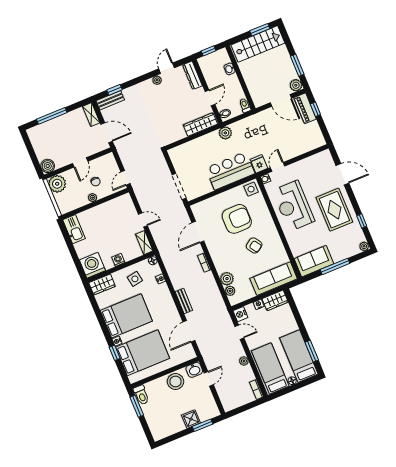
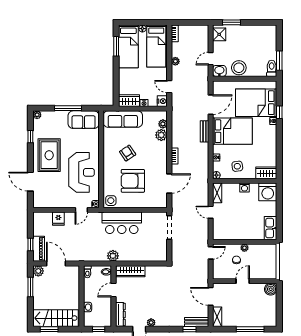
fridge: (259, 164) -> (58, 219), moved
plant: (57, 184) -> (269, 271), removed
bed: (126, 316) -> (232, 131), moved, turned 180
shower: (191, 419) -> (219, 34), moved

